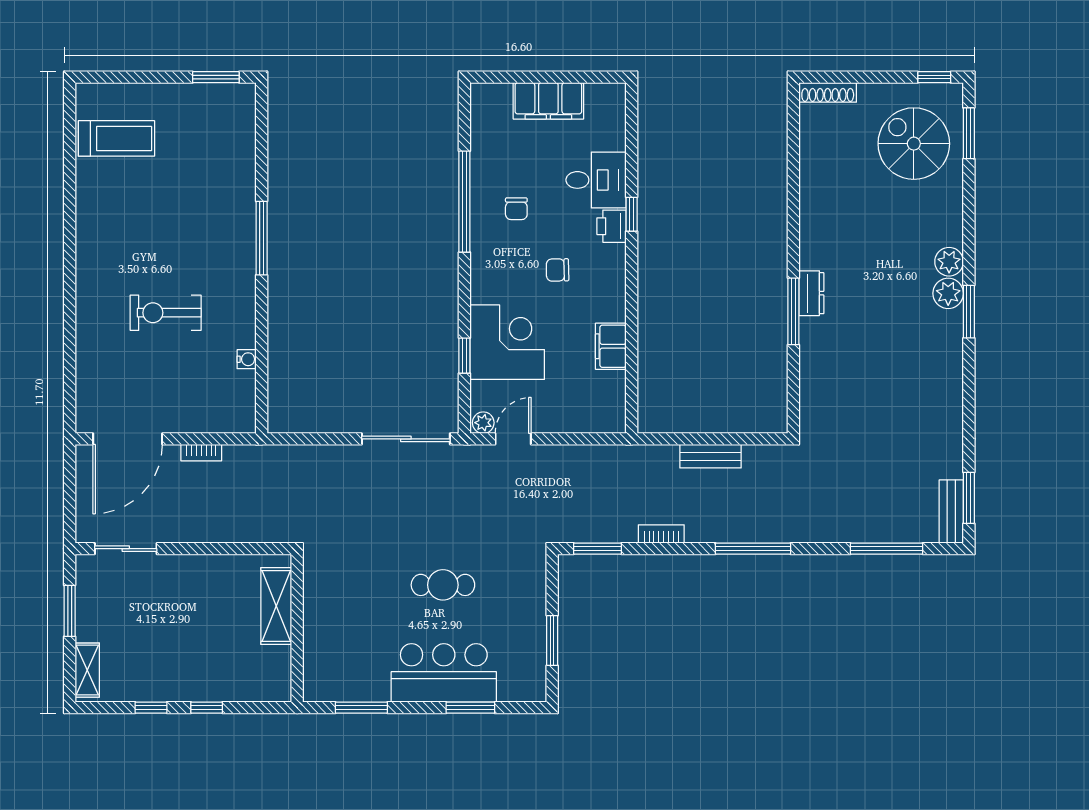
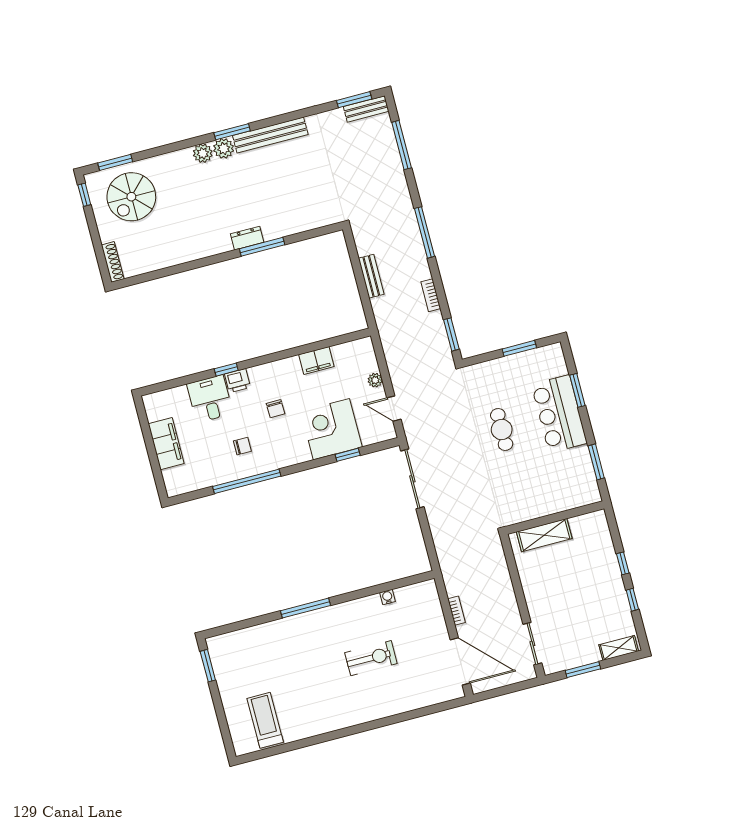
exercise bike: (166, 313) -> (371, 658), turned -90
bench: (950, 365) -> (270, 135), added
plant: (483, 423) -> (375, 380), moved

